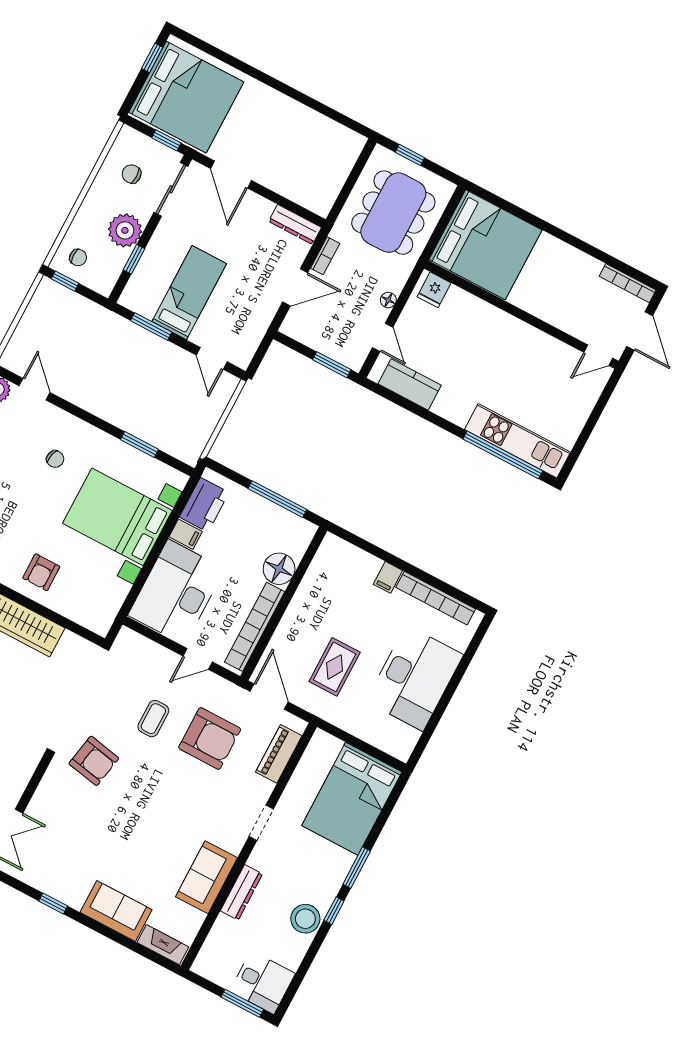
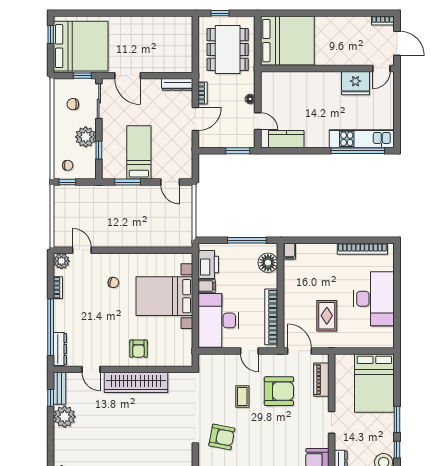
bookcase: (628, 283) -> (383, 20), width x0.64
fridge: (434, 290) -> (355, 83), moved, width x1.88, depth x1.34
window: (139, 444) -> (155, 250), removed
floor lamp: (279, 569) -> (268, 263), moved
filing cabinet: (388, 577) -> (289, 251), moved
door: (198, 659) -> (249, 351), hinge flipped

